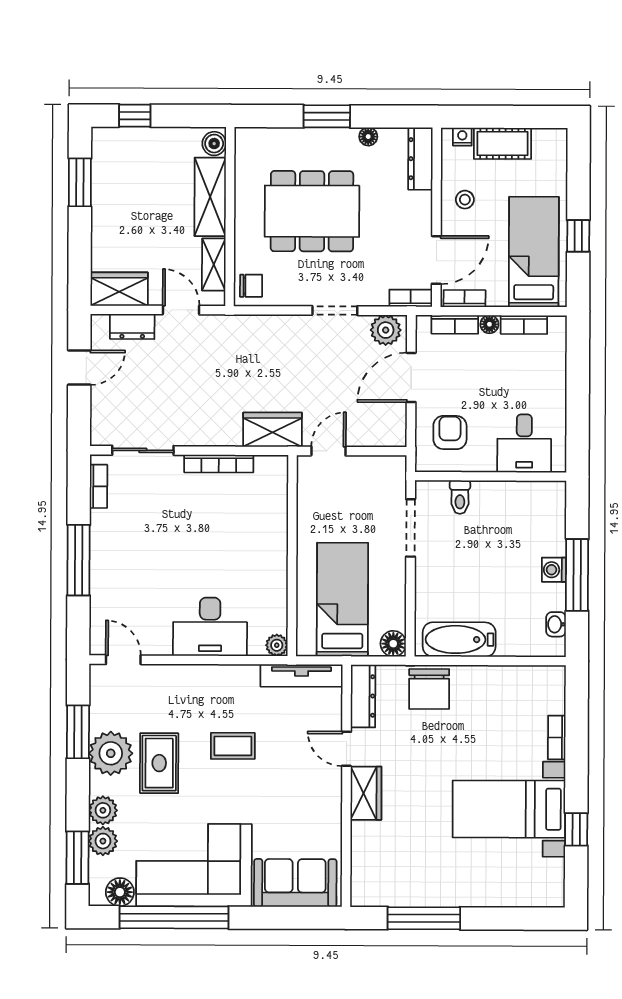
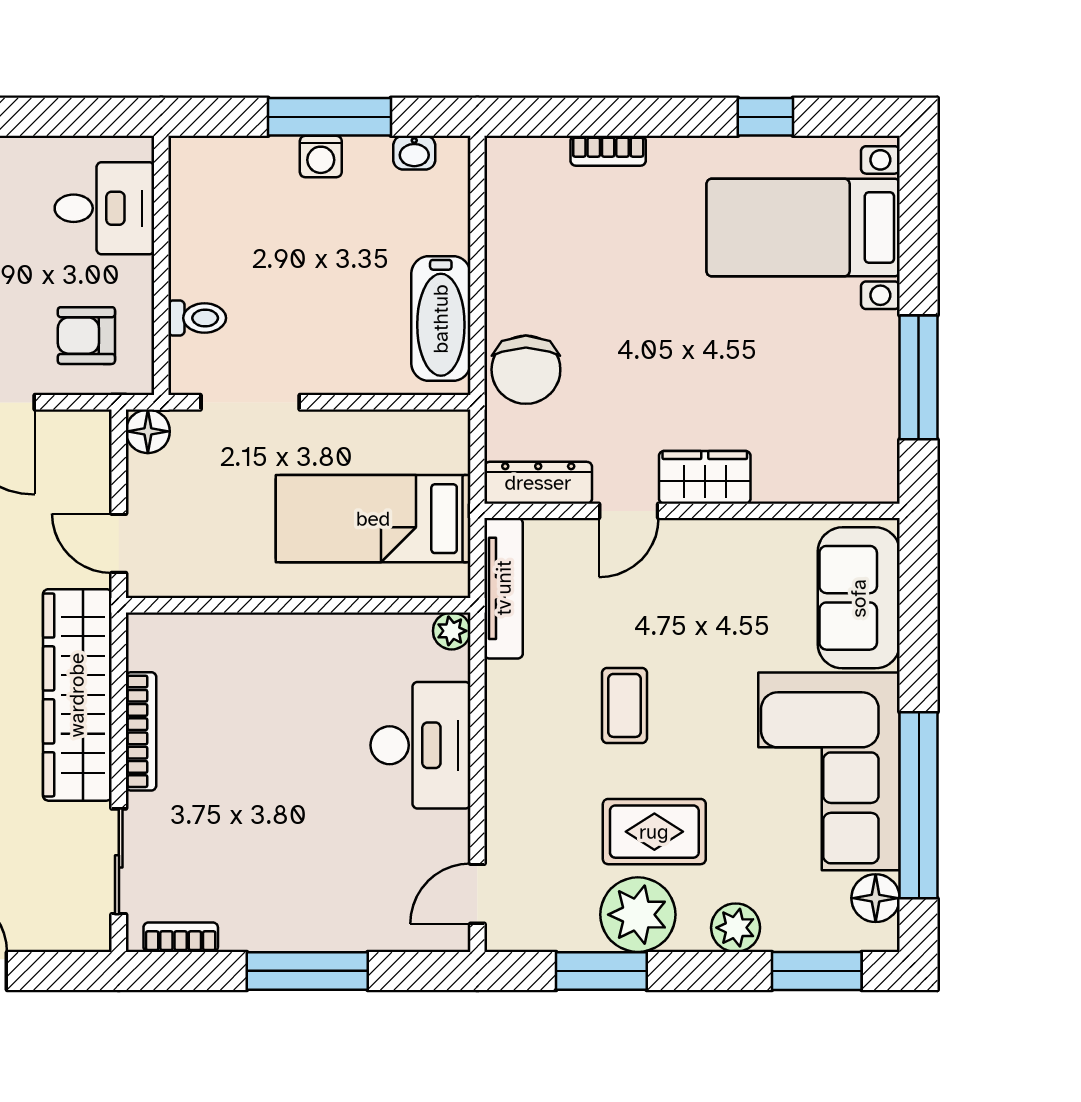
wardrobe: (273, 430) -> (77, 695), width x2.10, depth x1.17
floor lamp: (393, 644) -> (148, 431), moved
chair: (429, 689) -> (526, 370), turned 90
bed with nightstands: (509, 809) -> (803, 228), moved, turned 90
plant: (103, 841) -> (788, 927), removed

